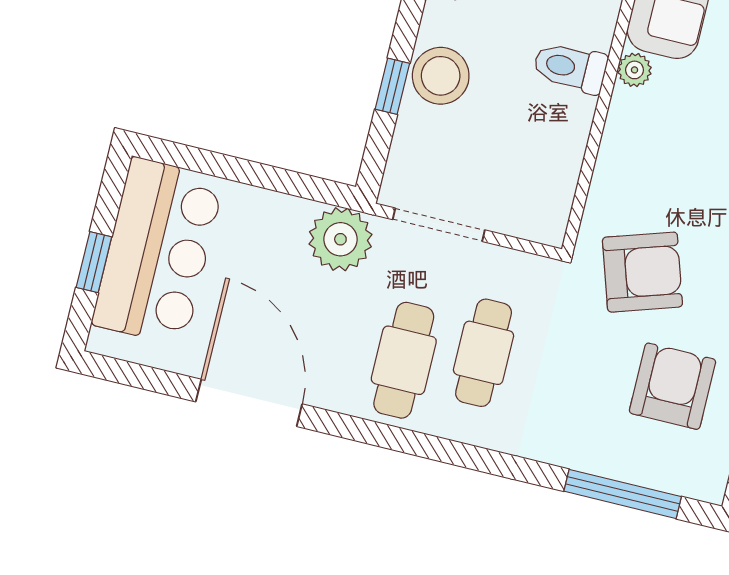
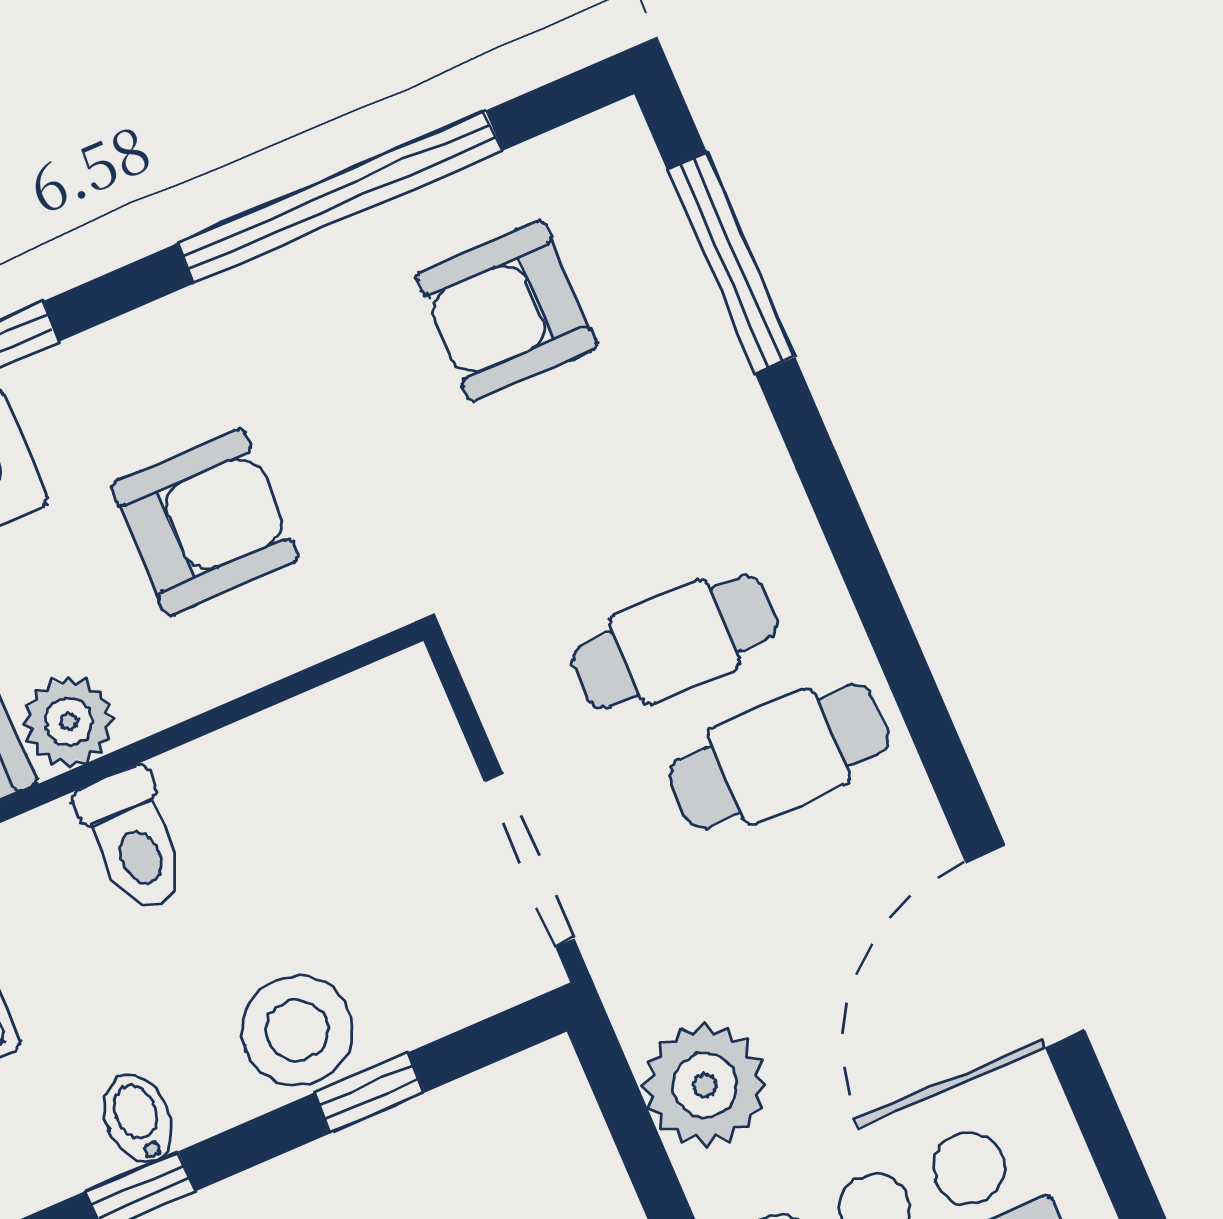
plant: (635, 70) -> (69, 722), width x1.38, depth x1.38
plant: (340, 239) -> (705, 1085), moved
armchair: (642, 272) -> (205, 522), moved, turned 108

